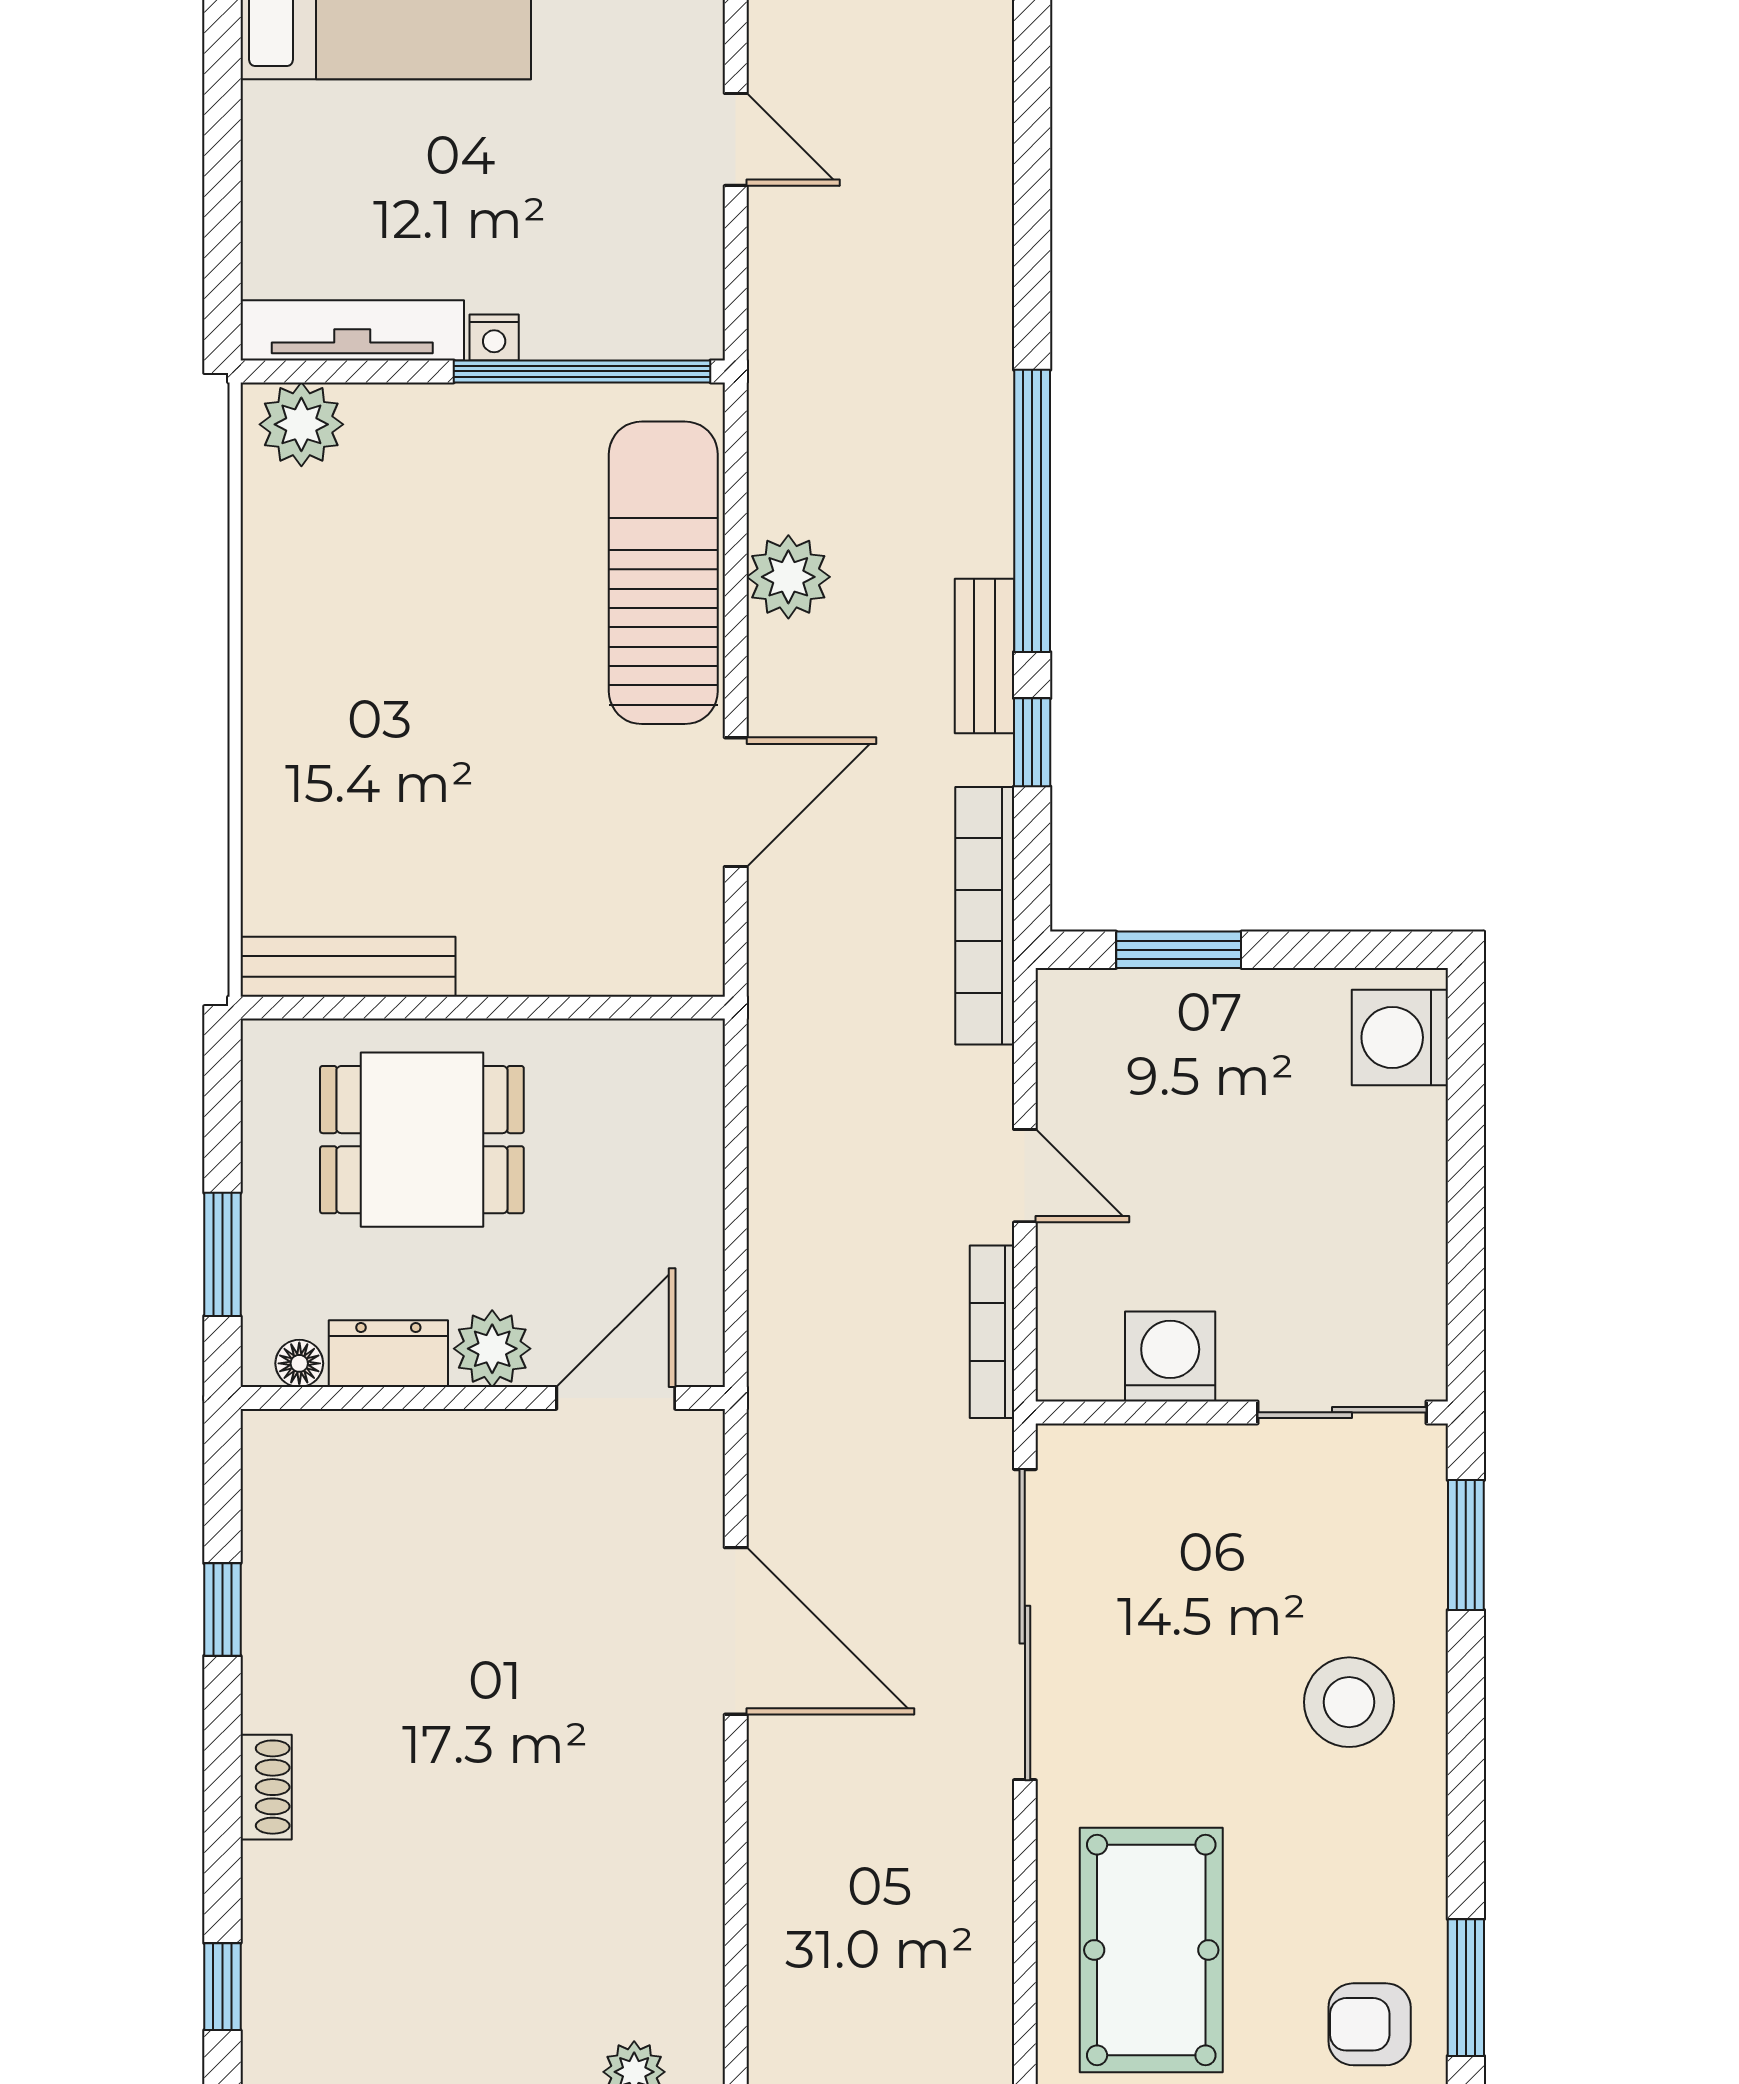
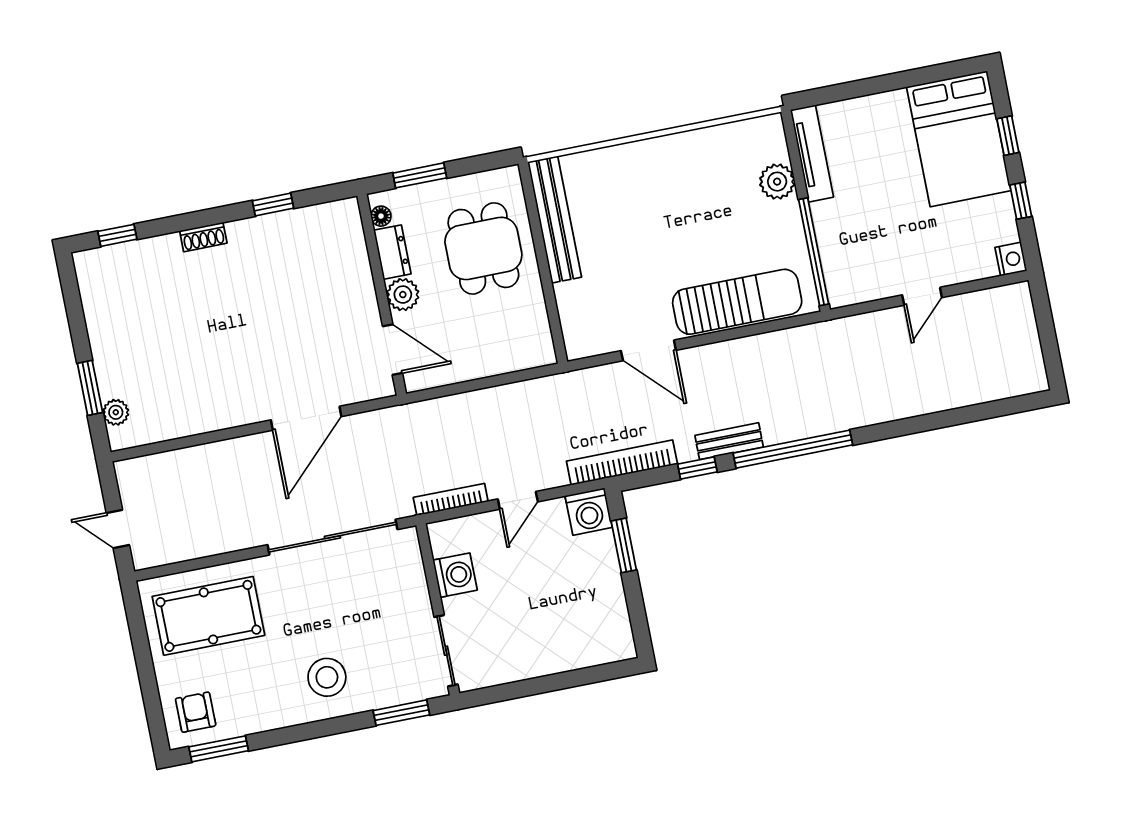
nightstand: (494, 338) -> (821, 213), removed
plant: (301, 424) -> (777, 182), moved
plant: (788, 577) -> (746, 354), removed
bench: (348, 967) -> (555, 219), width x1.37, depth x1.21
washing machine: (1400, 1037) -> (589, 512), moved, turned 180

